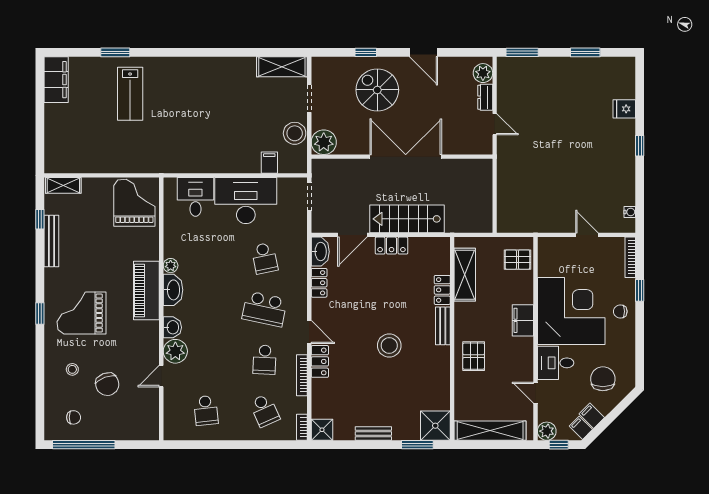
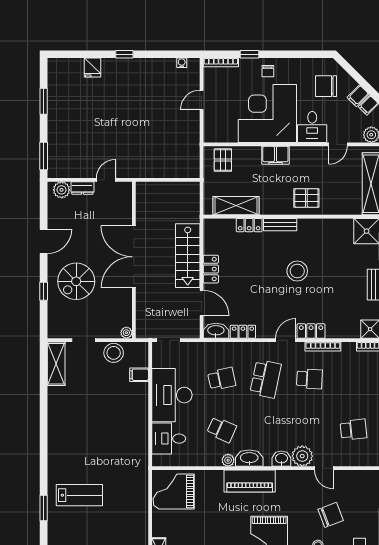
plant: (324, 142) -> (126, 333), width x0.53, depth x0.53
school desk: (265, 410) -> (222, 430), moved, turned 48

